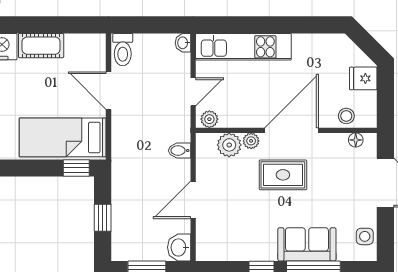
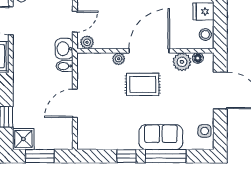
stool: (346, 116) -> (205, 34), moved
plant: (229, 145) -> (182, 62), moved
shower: (125, 247) -> (23, 139), added
washbasin: (179, 247) -> (64, 49), moved

